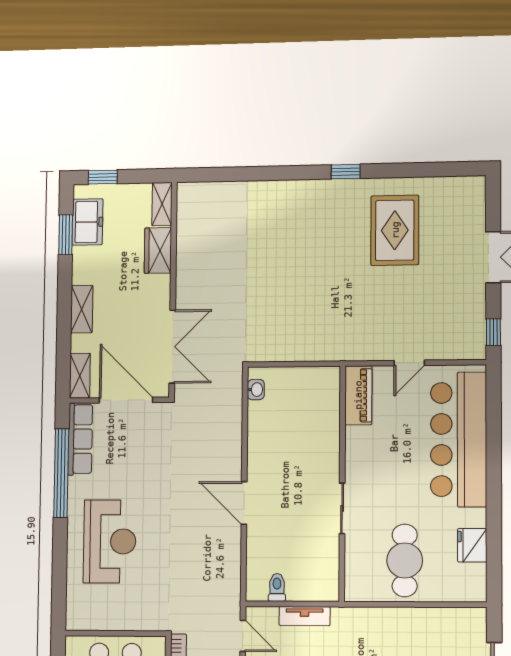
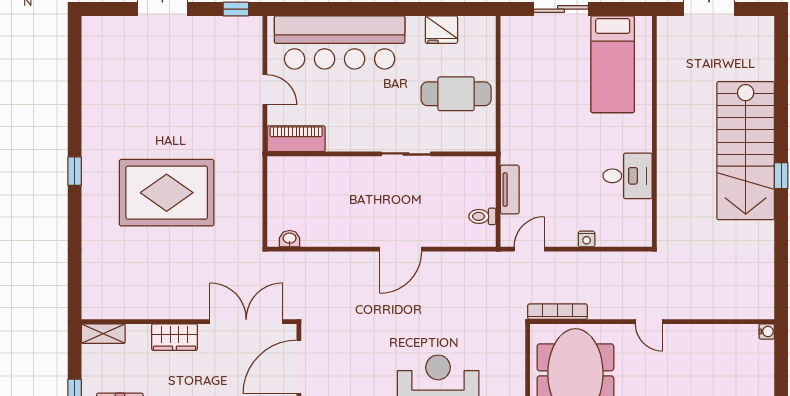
window: (346, 172) -> (75, 171), moved
rug: (395, 230) -> (167, 193), moved, width x1.37, depth x1.44
wardrobe: (158, 250) -> (175, 337), moved

